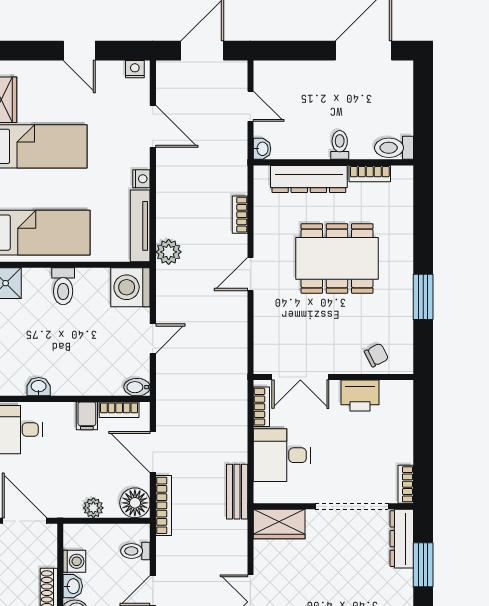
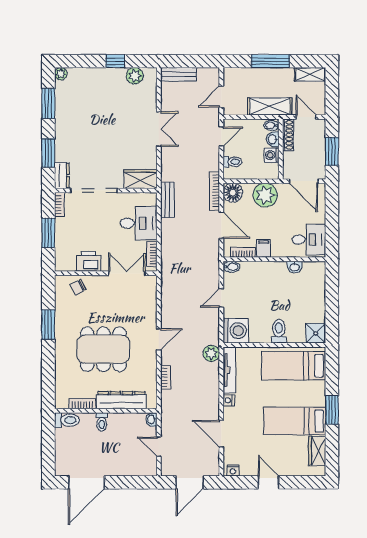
window: (423, 440) -> (48, 233), added
plant: (93, 508) -> (265, 195), width x1.88, depth x1.88
dresser: (402, 539) -> (62, 175), width x0.70

